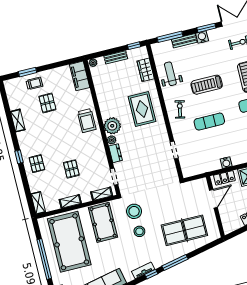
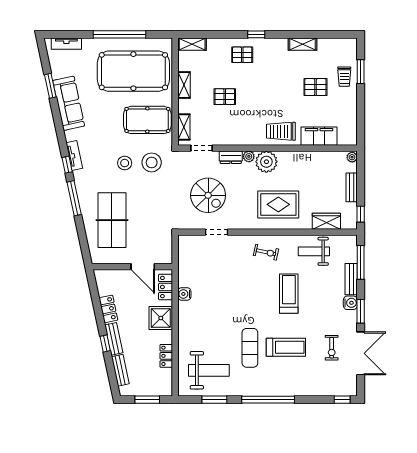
weight bench: (170, 74) -> (314, 251), turned 180
filing cabinet: (80, 76) -> (319, 136), moved
exercise mat: (209, 122) -> (241, 286), removed
spiral stairs: (148, 163) -> (208, 195), added

